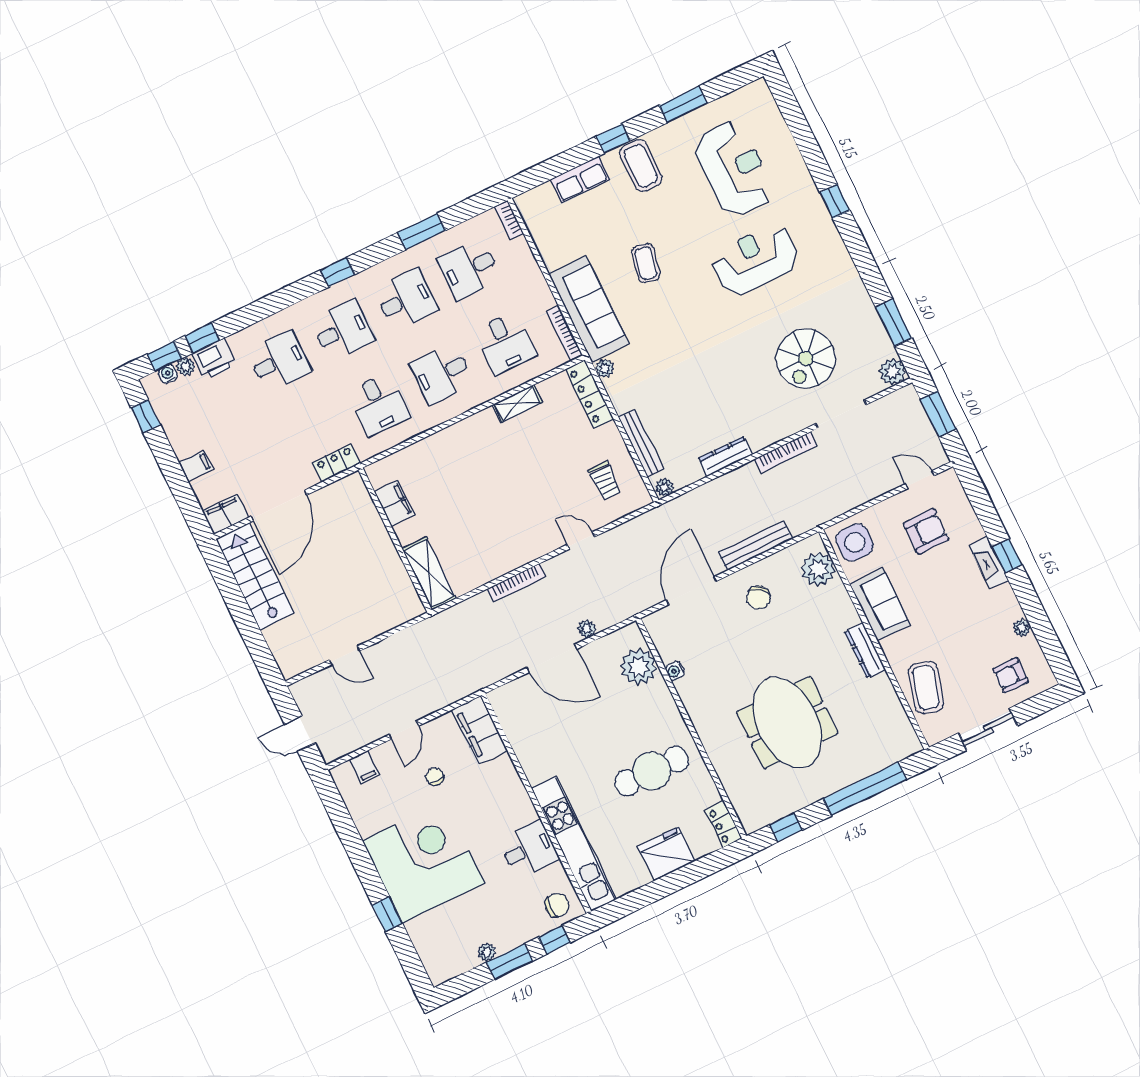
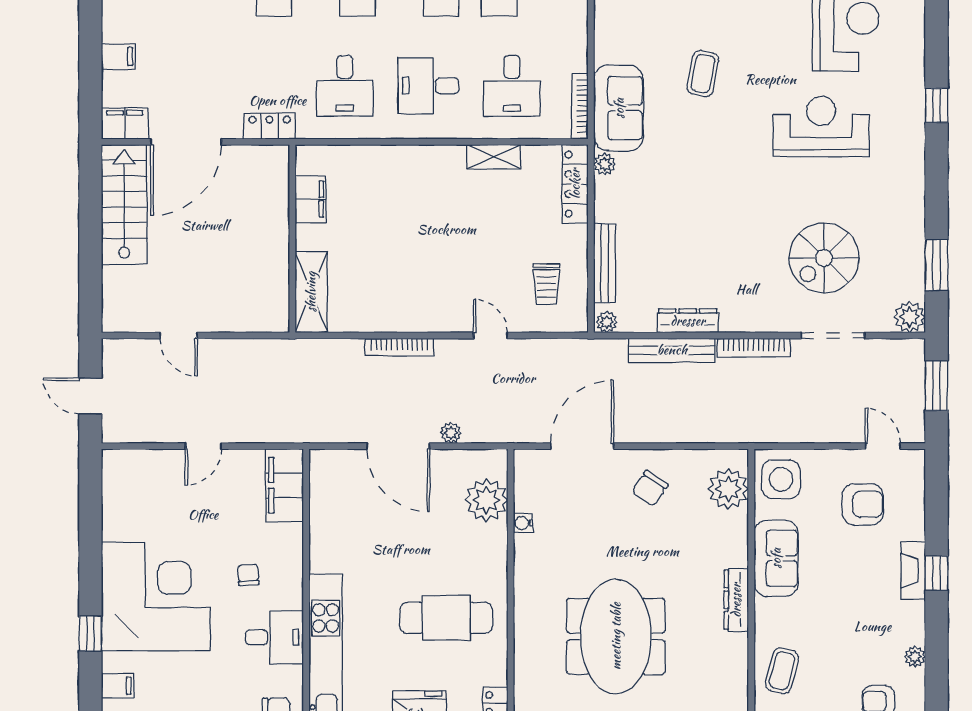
sofa: (589, 309) -> (619, 108), width x0.73
bench: (755, 546) -> (672, 350), moved
coffee table: (926, 687) -> (782, 671), width x0.73, depth x0.77
filing cabinet: (364, 767) -> (118, 686), moved, turned -90
chair: (435, 777) -> (248, 575), moved

